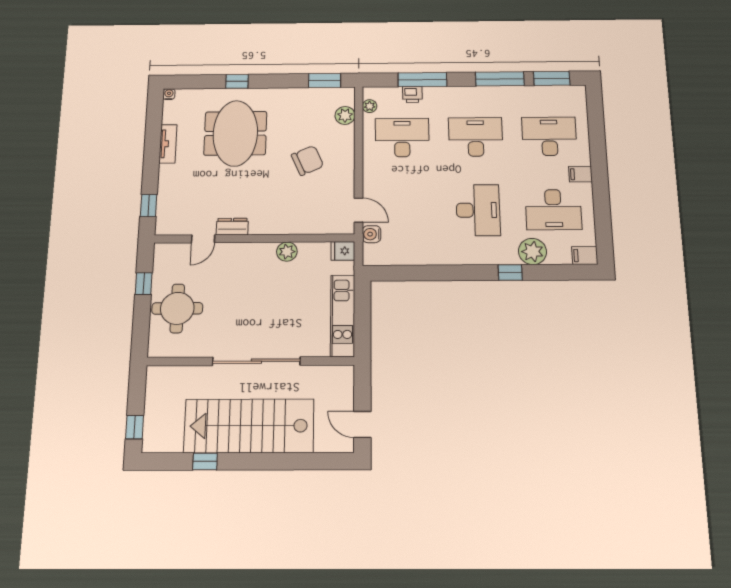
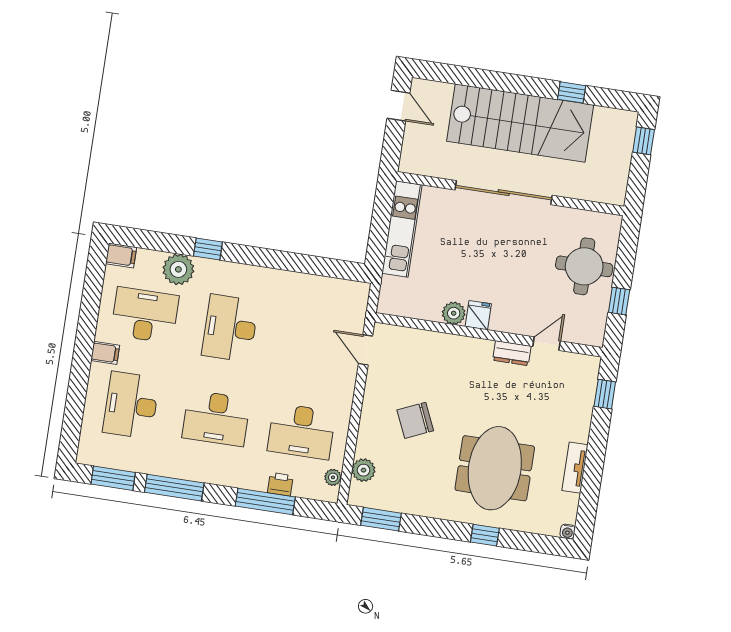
desk: (549, 136) -> (131, 405), turned 90
water cooler: (372, 234) -> (355, 319), removed
fridge: (343, 251) -> (478, 315), moved, turned -90

